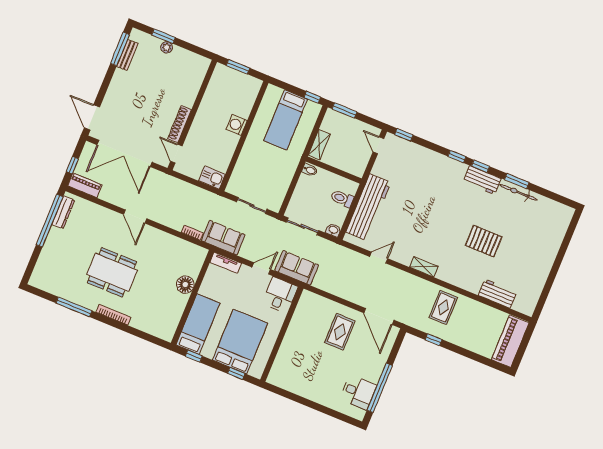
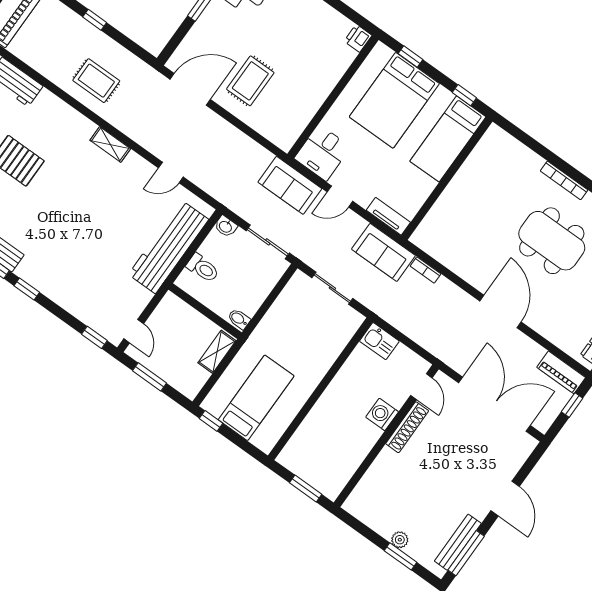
bench: (127, 55) -> (458, 542), width x1.36
window: (344, 110) -> (150, 377), moved
door: (92, 117) -> (505, 499), moved
washing machine: (237, 125) -> (382, 414), moved, turned 180
door: (135, 217) -> (501, 312), width x1.36
floor lamp: (185, 285) -> (453, 199), removed
rug: (443, 307) -> (96, 81), turned 90
door: (379, 317) -> (190, 89), hinge flipped
window: (434, 340) -> (95, 20), moved
printer: (274, 377) -> (358, 38), added

